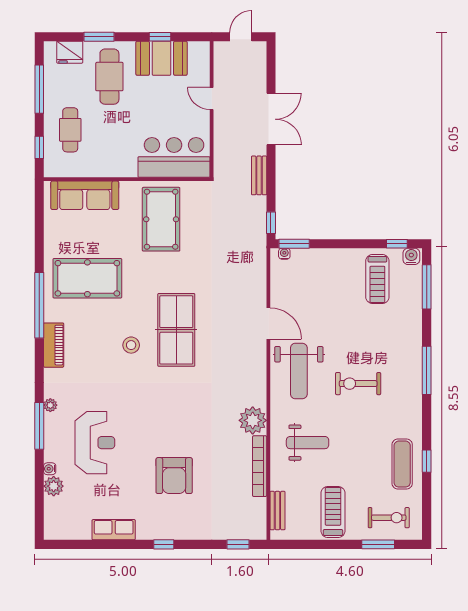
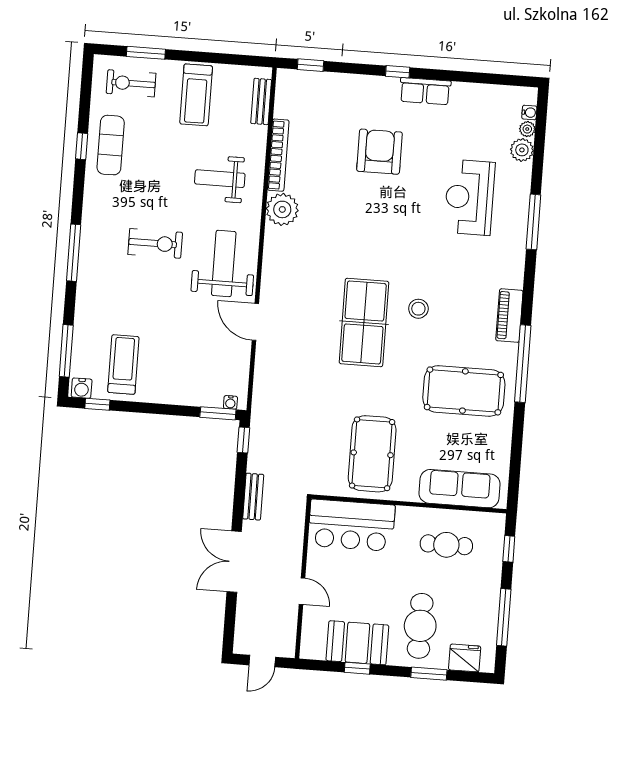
cafe table: (70, 130) -> (446, 545), moved, turned 90
plant: (50, 405) -> (527, 129), moved
water cooler: (50, 469) -> (529, 113), moved
row of seats: (114, 530) -> (425, 91), moved

